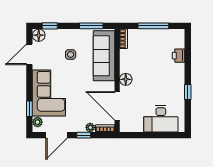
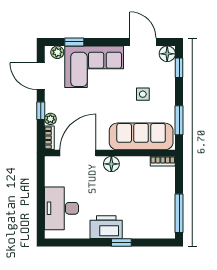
window: (153, 26) -> (179, 213), moved
printer: (179, 56) -> (106, 227), moved, width x1.87, depth x1.48
window: (188, 92) -> (121, 242), moved

